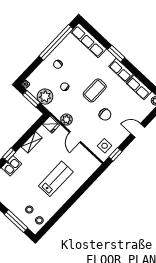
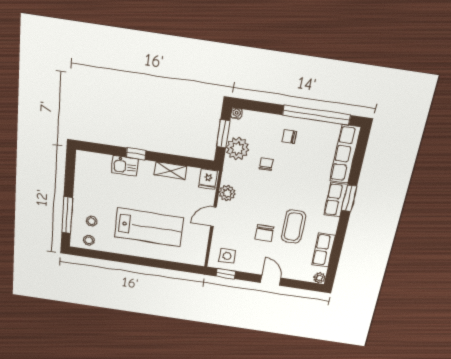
row of seats: (121, 70) -> (335, 200), moved
coffee table: (95, 90) -> (293, 227), moved, turned 90
lab bench: (56, 179) -> (149, 227), width x1.36, depth x1.39

